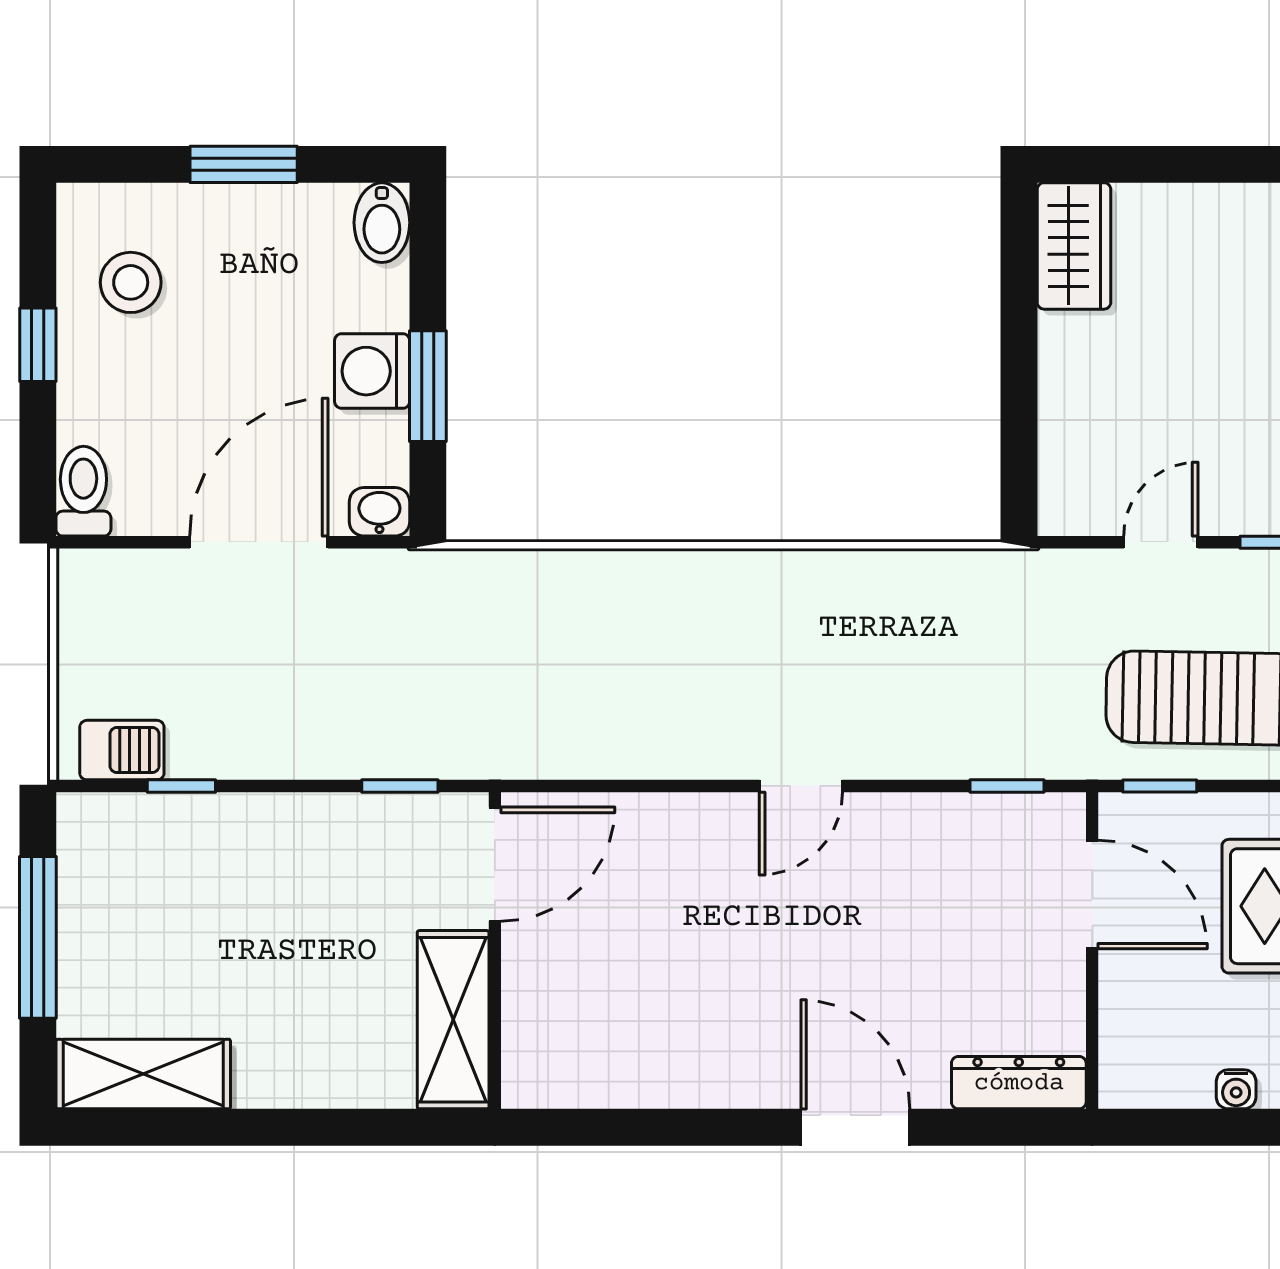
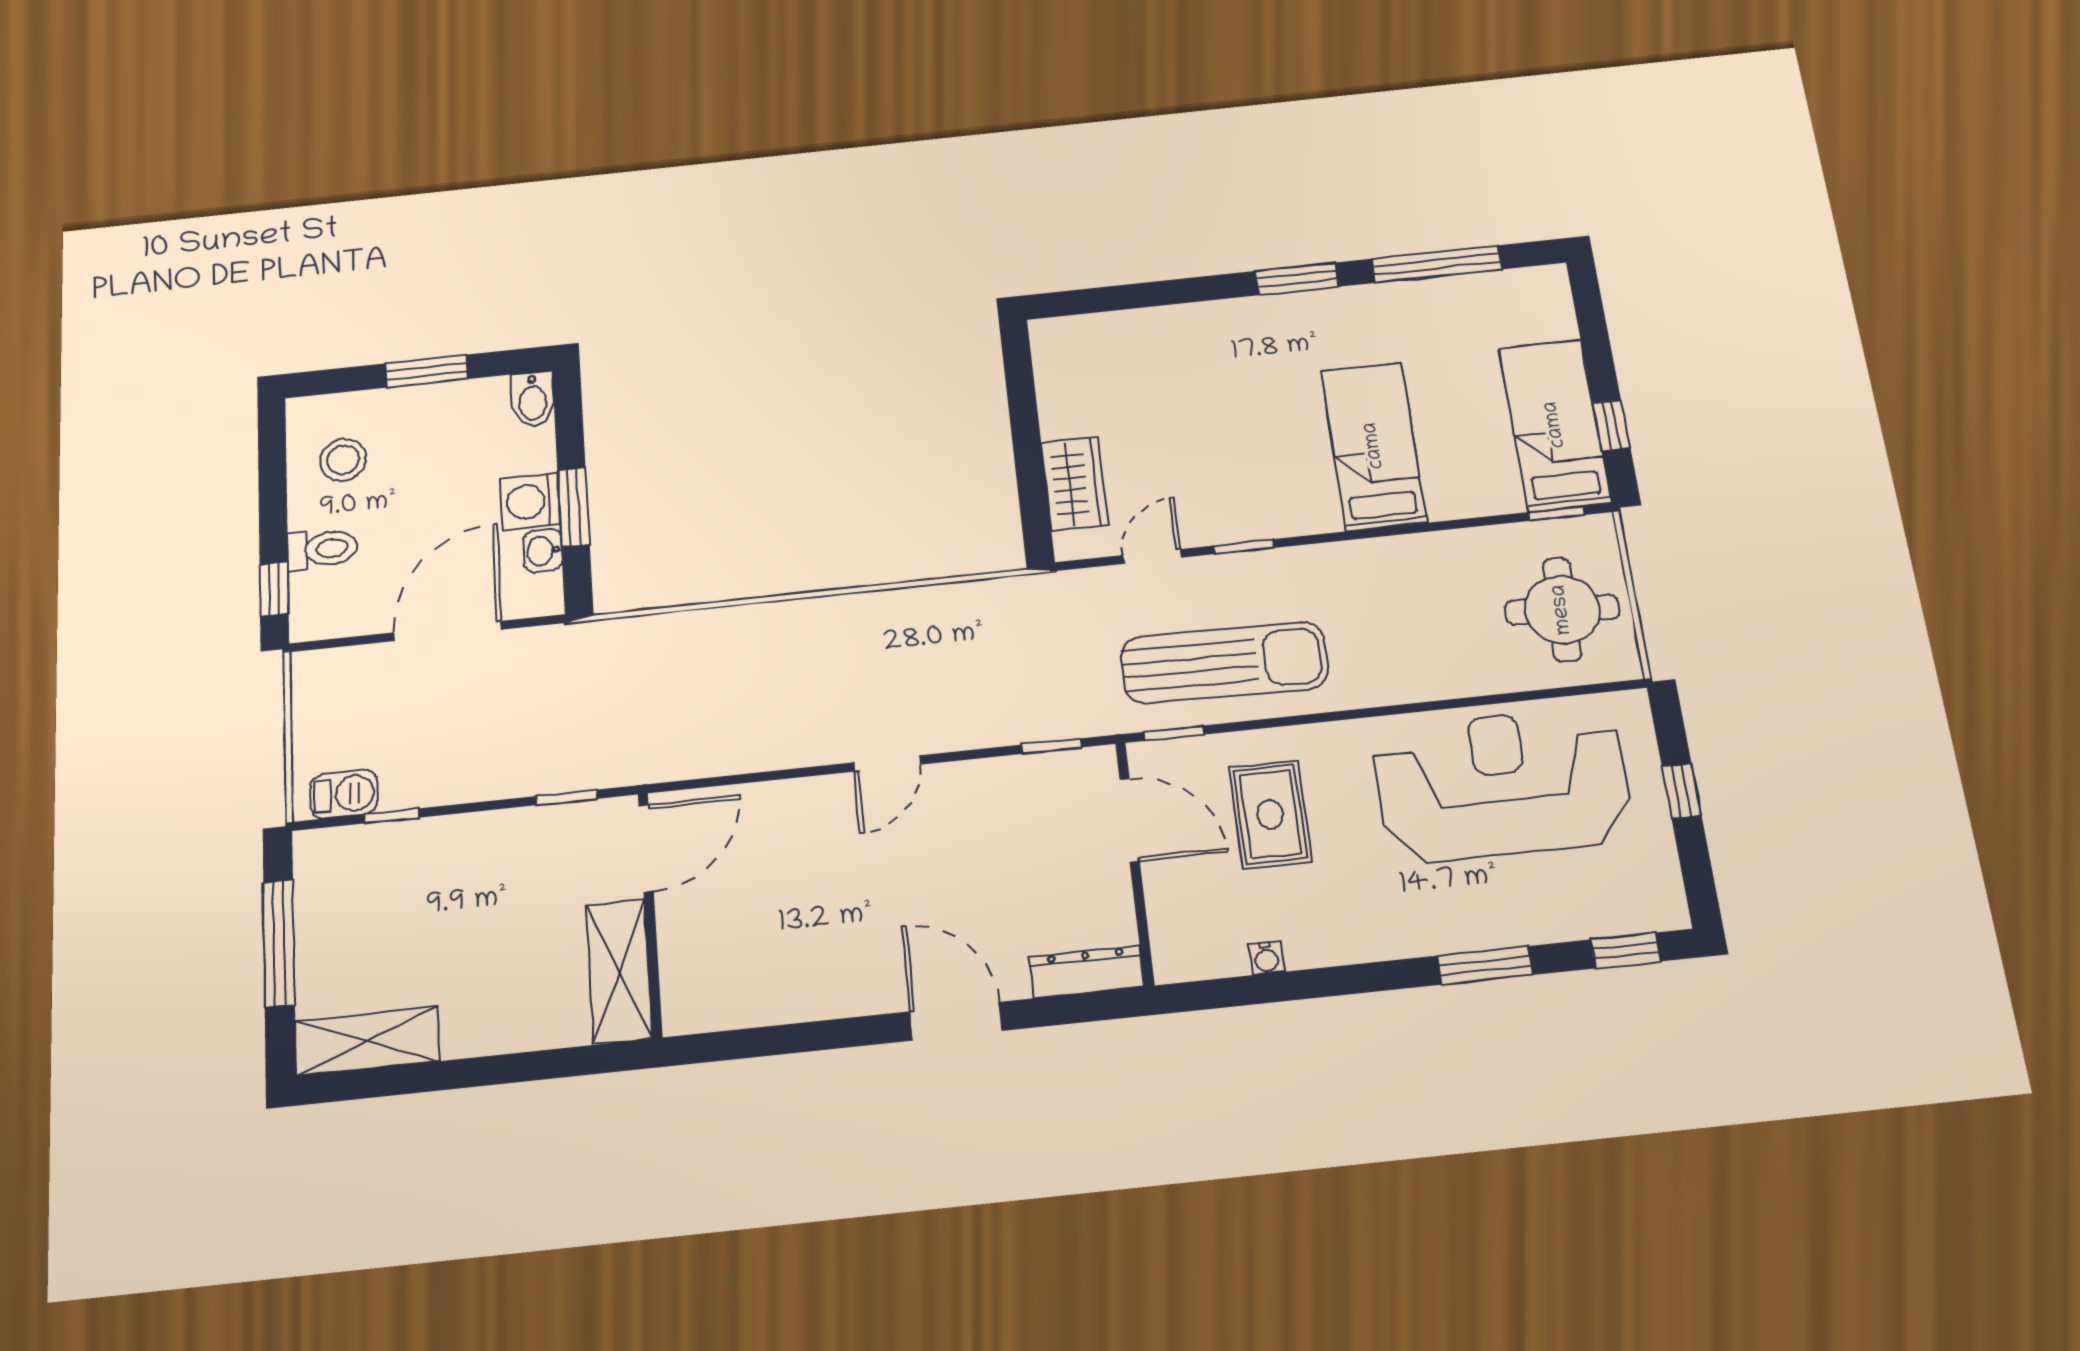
wardrobe: (1074, 246) -> (1075, 484), moved
window: (38, 345) -> (274, 589), moved
toilet: (83, 491) -> (322, 549), moved, turned 90
washbasin: (379, 512) -> (543, 551), moved, turned -90

